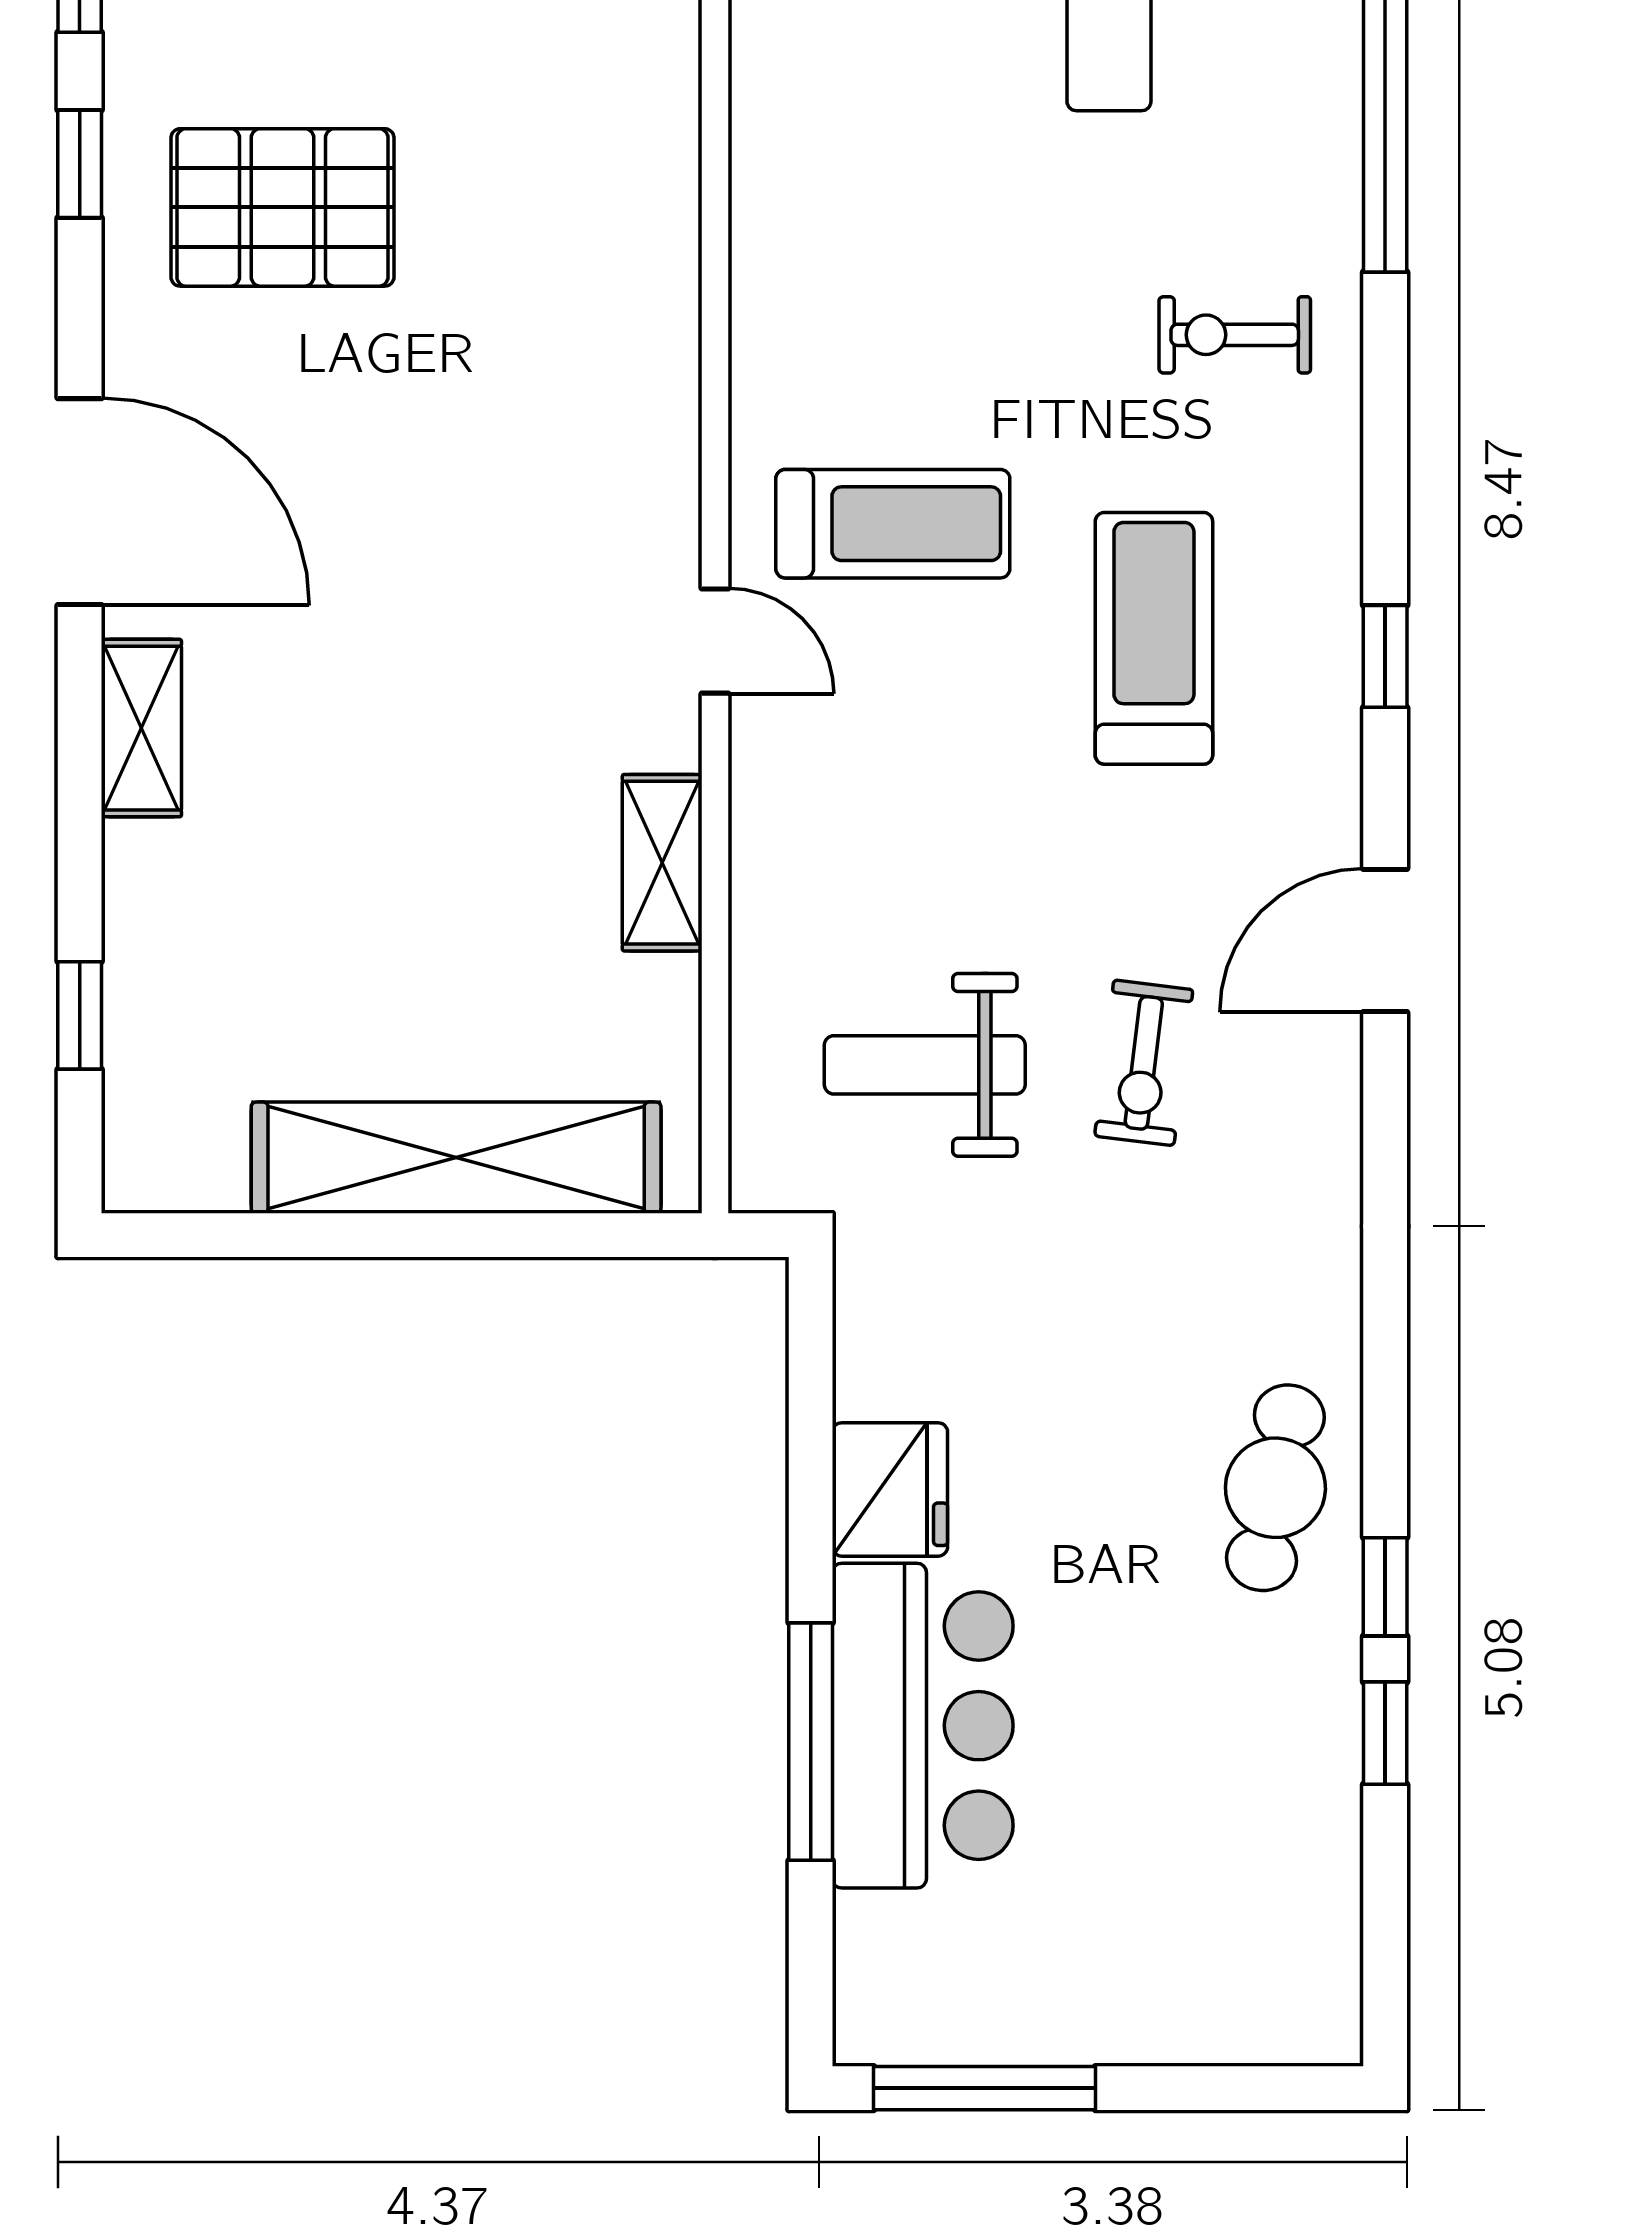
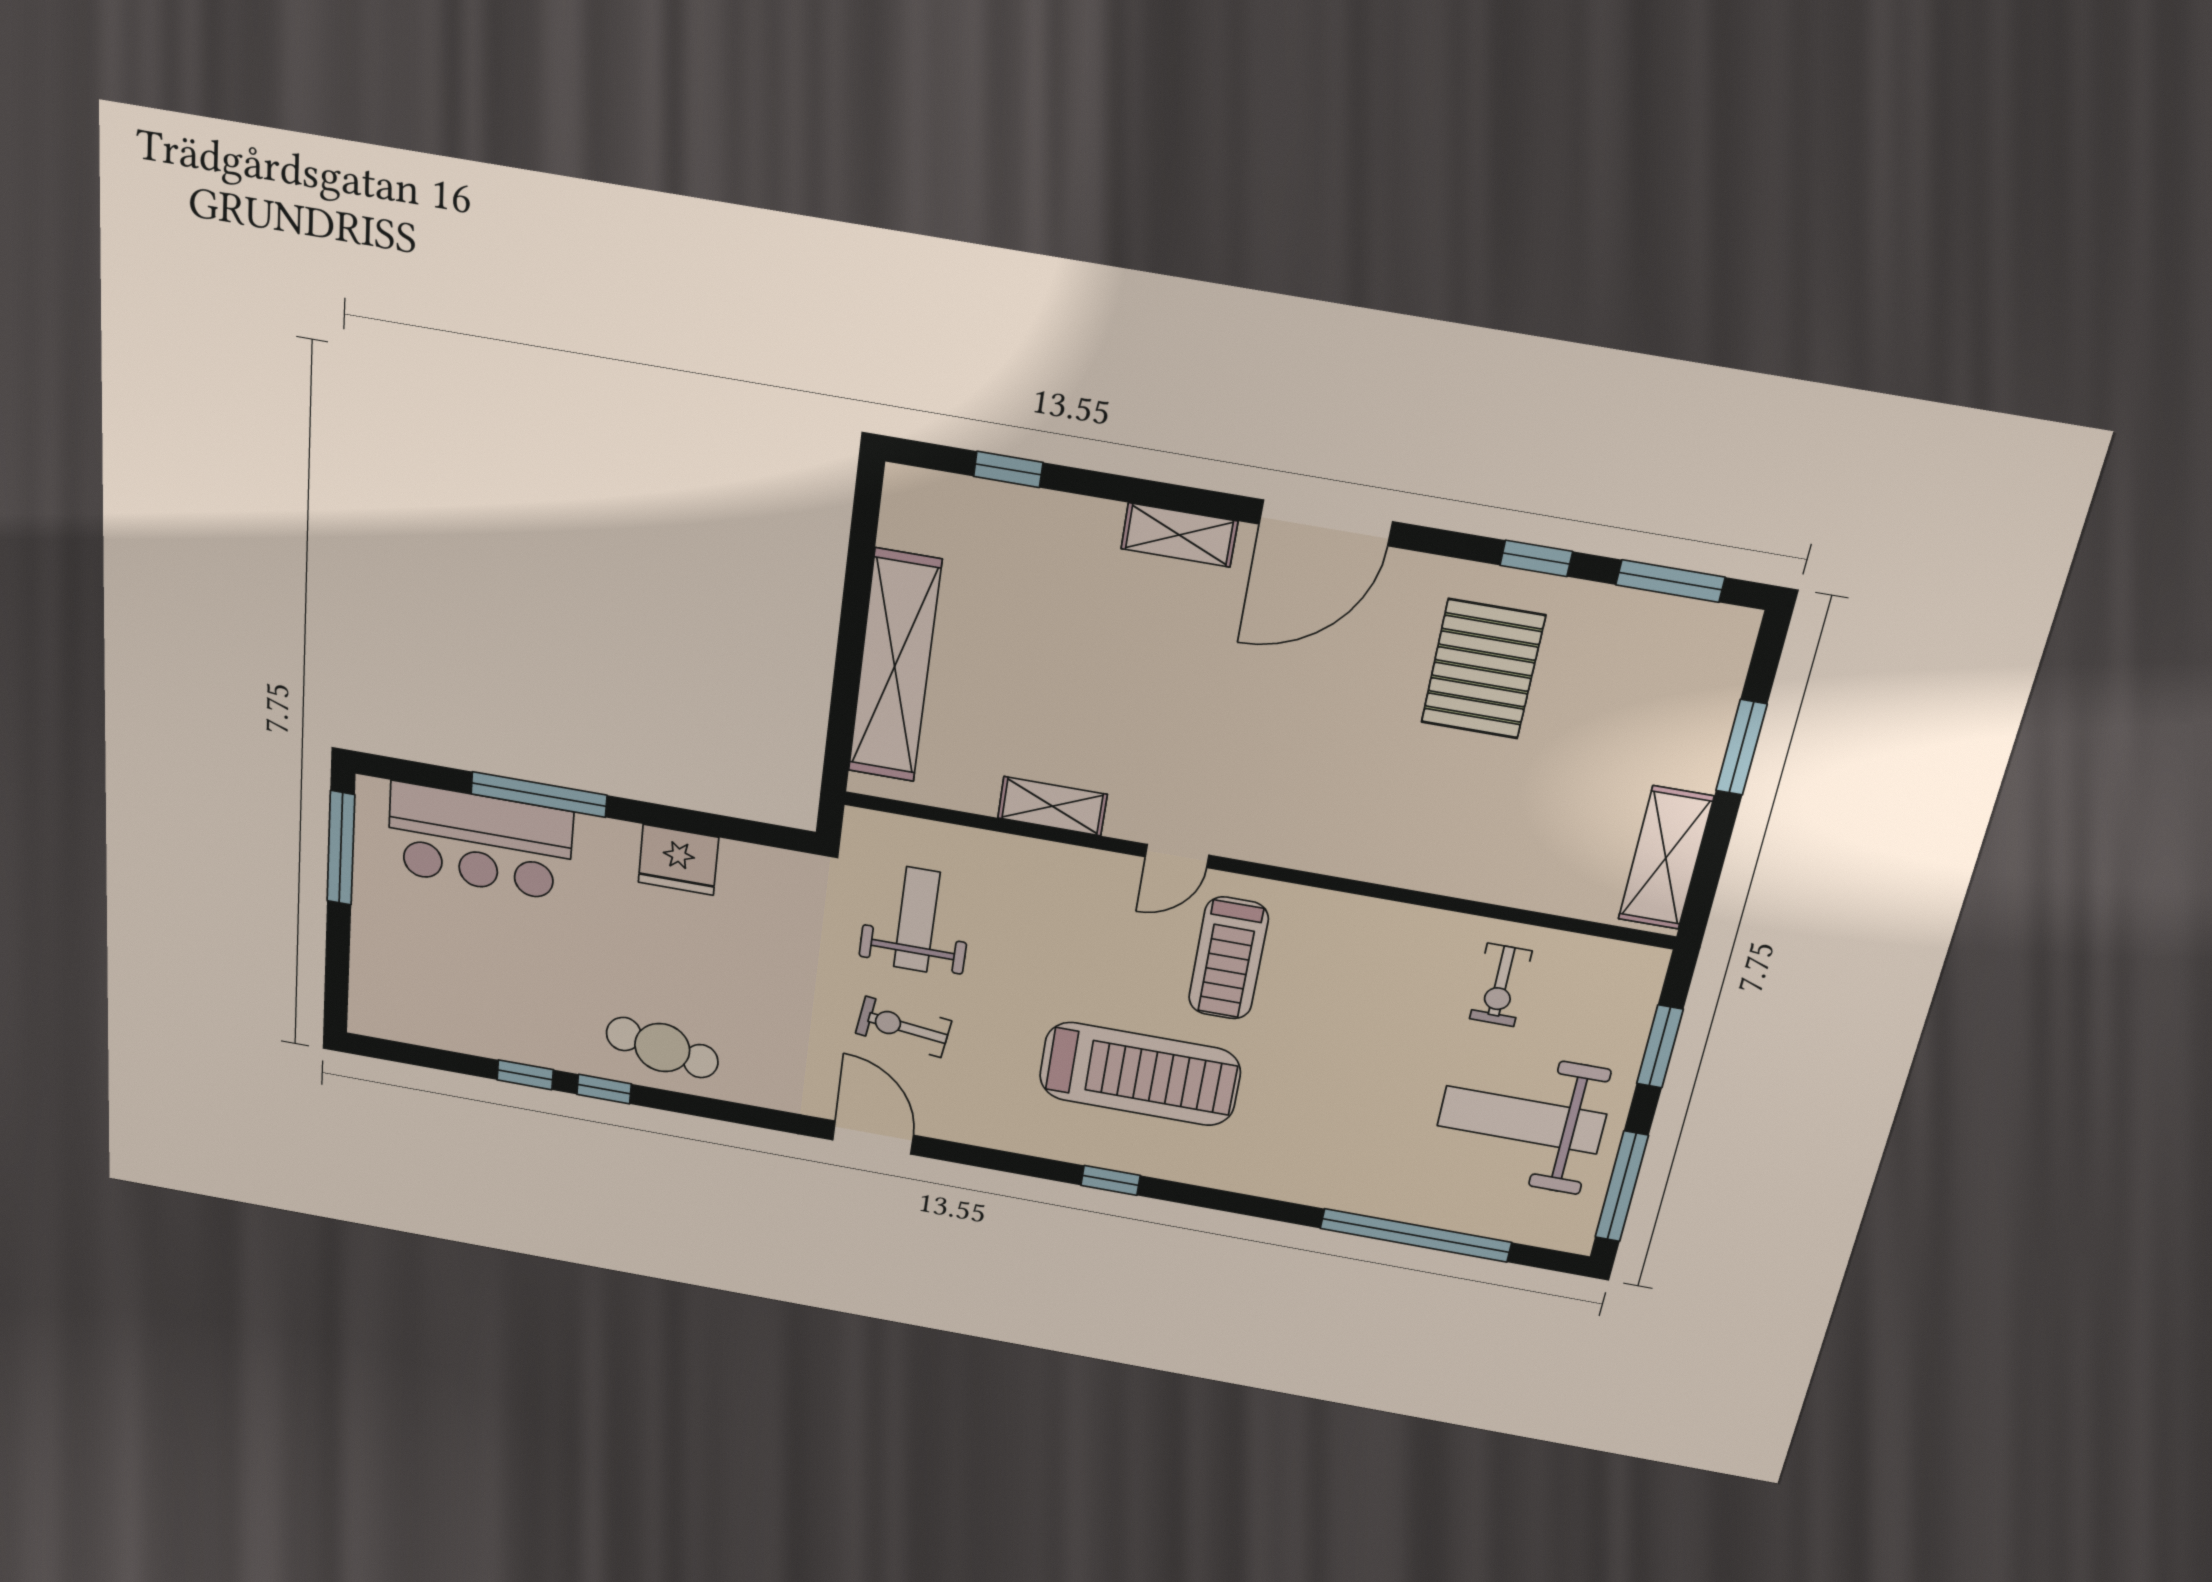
exercise bike: (1235, 335) -> (1501, 985), moved, turned 180
treadmill: (1154, 638) -> (1140, 1074), width x1.37, depth x1.38
door: (1385, 940) -> (873, 1138), moved
bar counter: (923, 1726) -> (480, 841), moved

